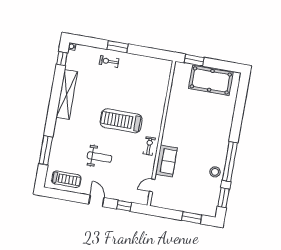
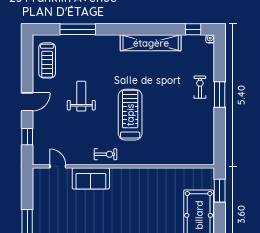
weight bench: (100, 157) -> (81, 96), turned 180

